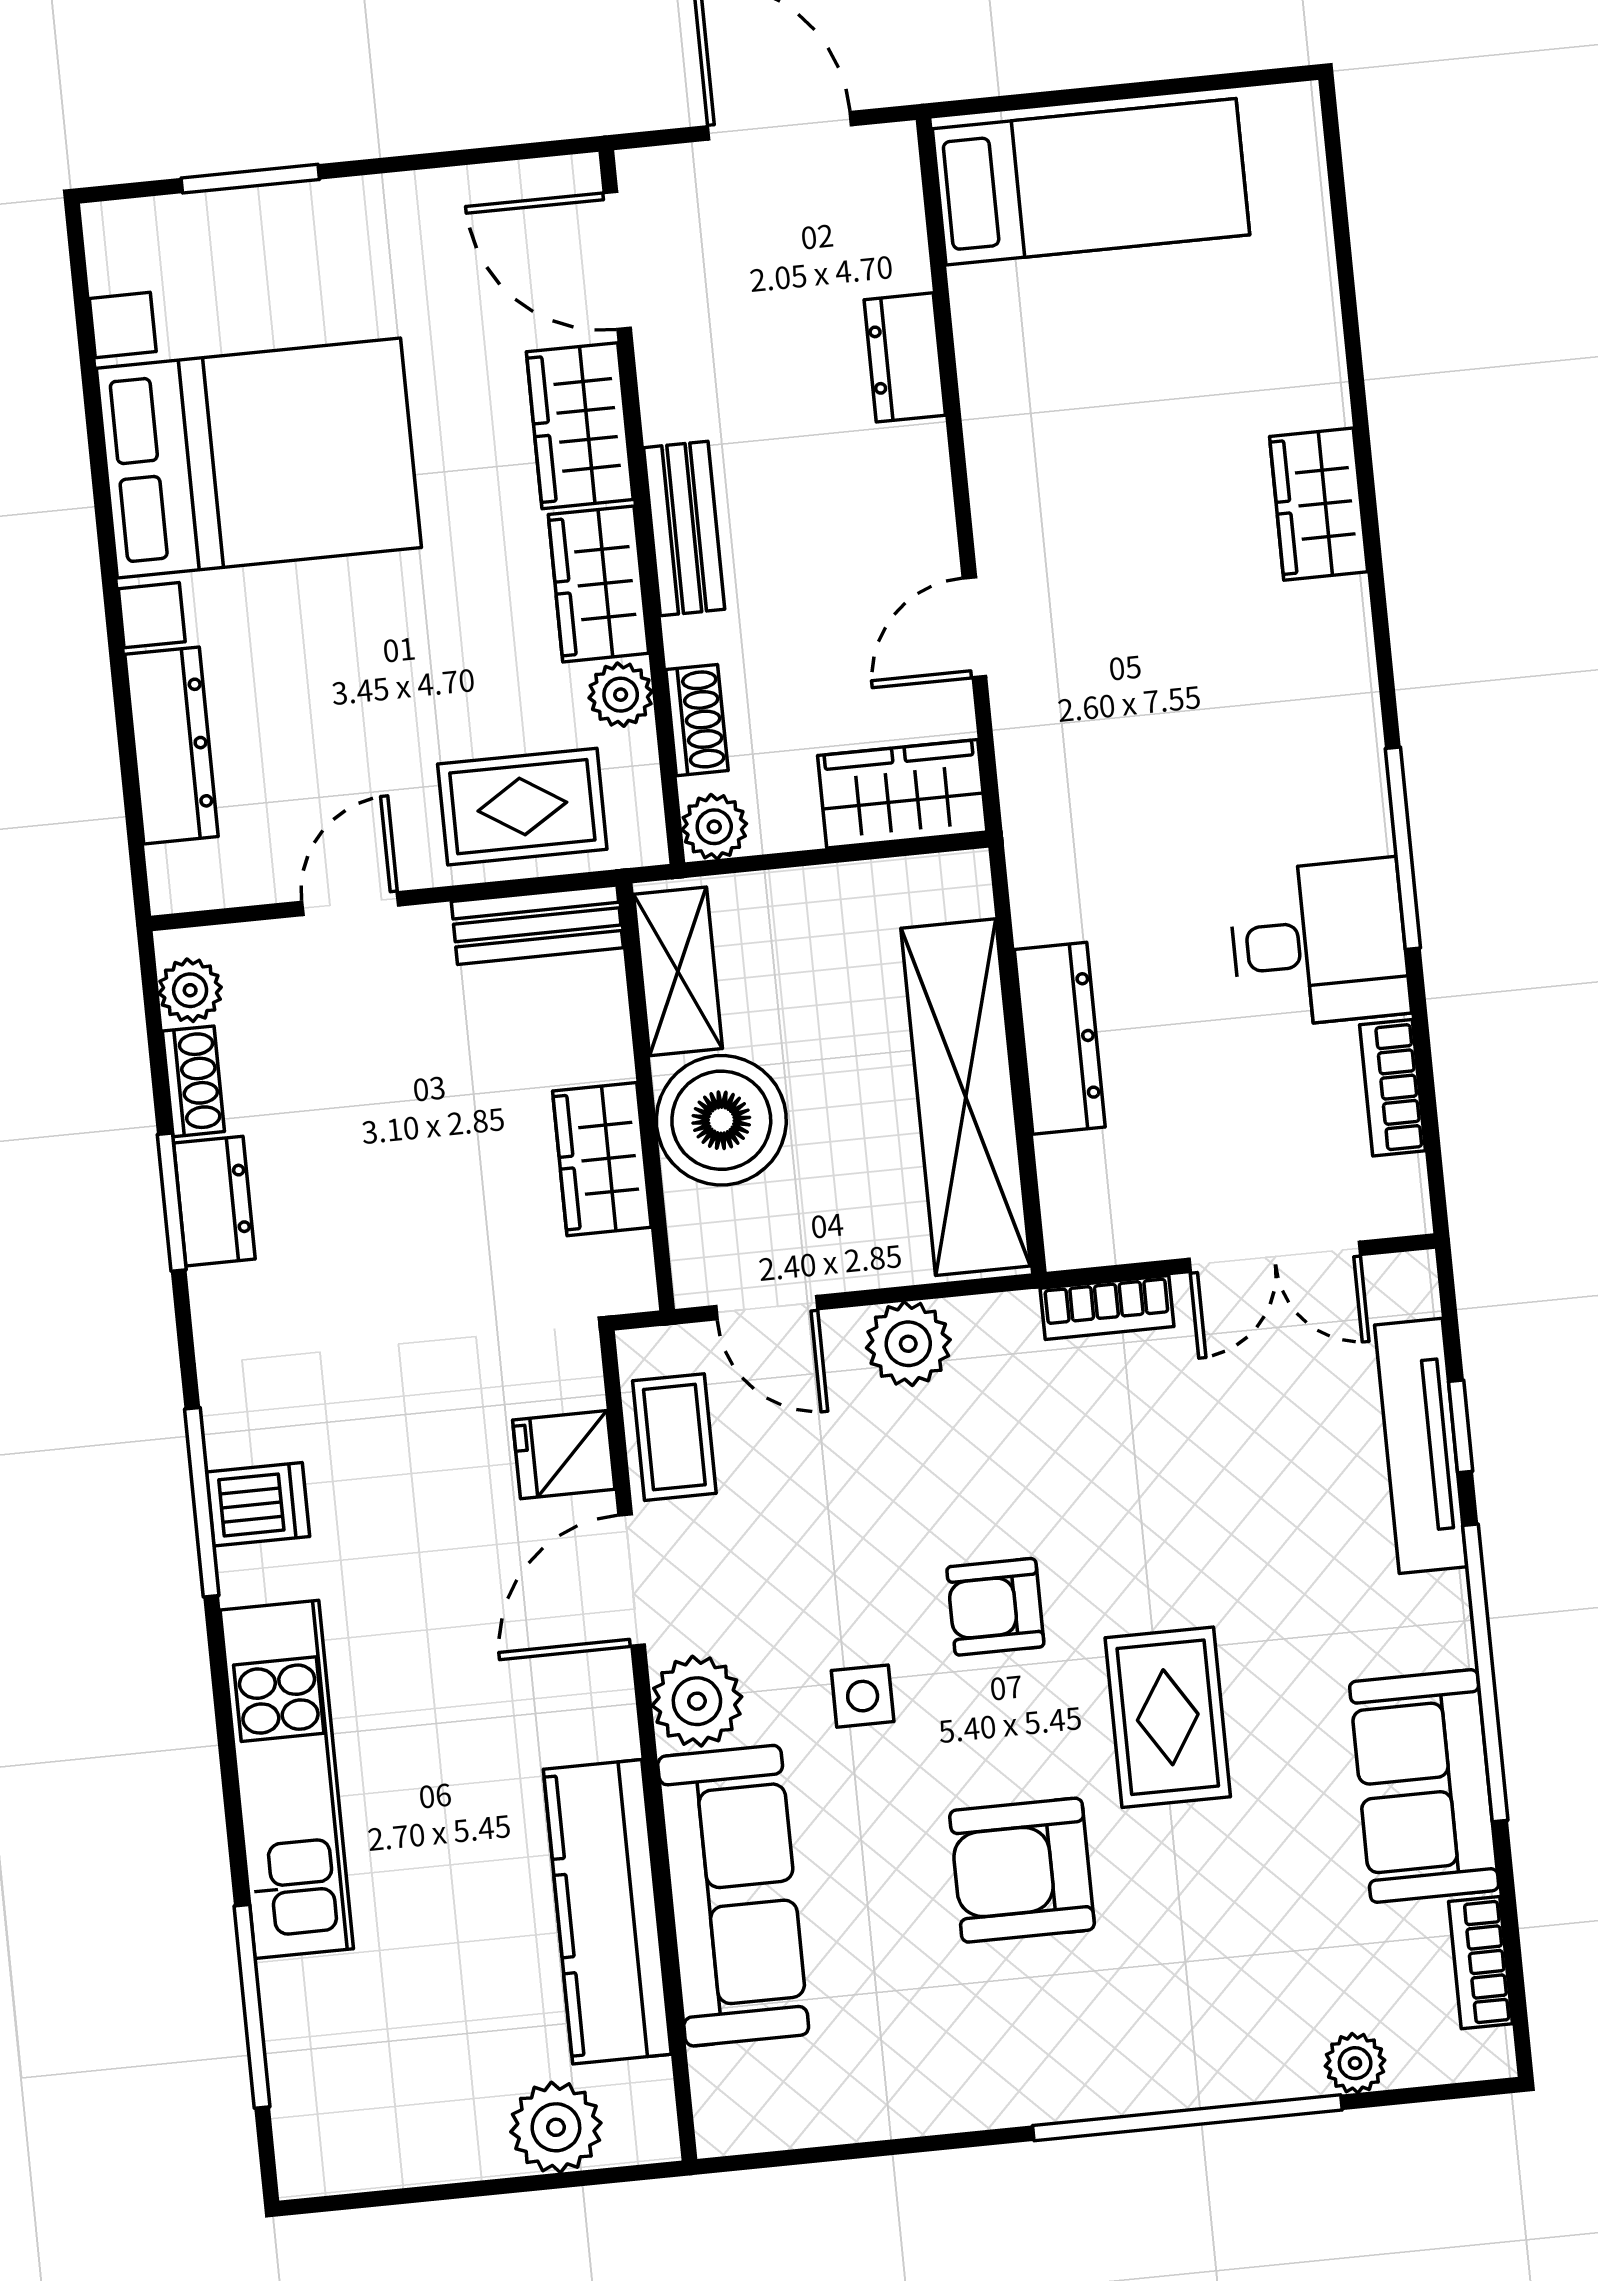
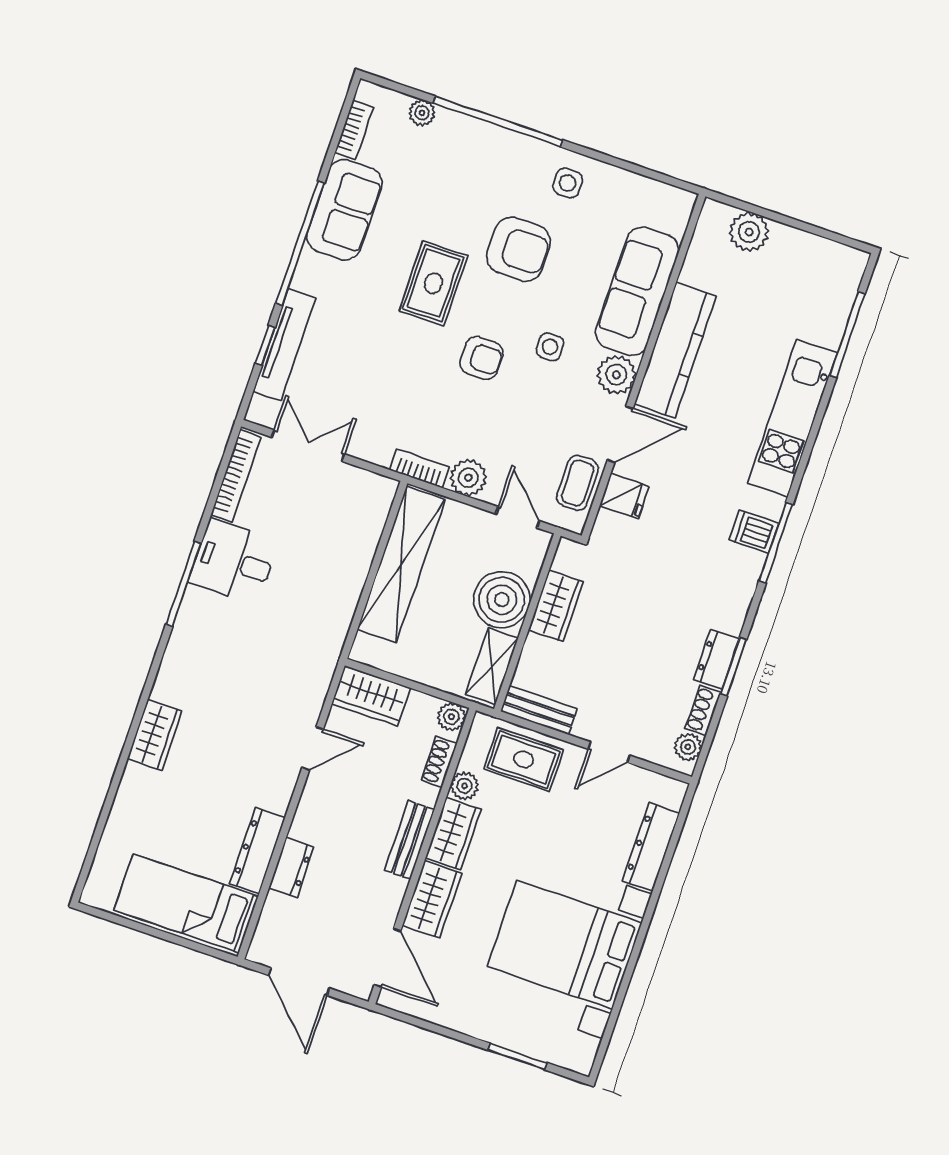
dresser: (1060, 1038) -> (257, 851), moved
bookcase: (1392, 1088) -> (236, 476), width x1.56
bookcase: (1107, 1307) -> (420, 468), moved
kitchen counter: (607, 1912) -> (675, 350), moved
side table: (983, 2056) -> (568, 183), added

